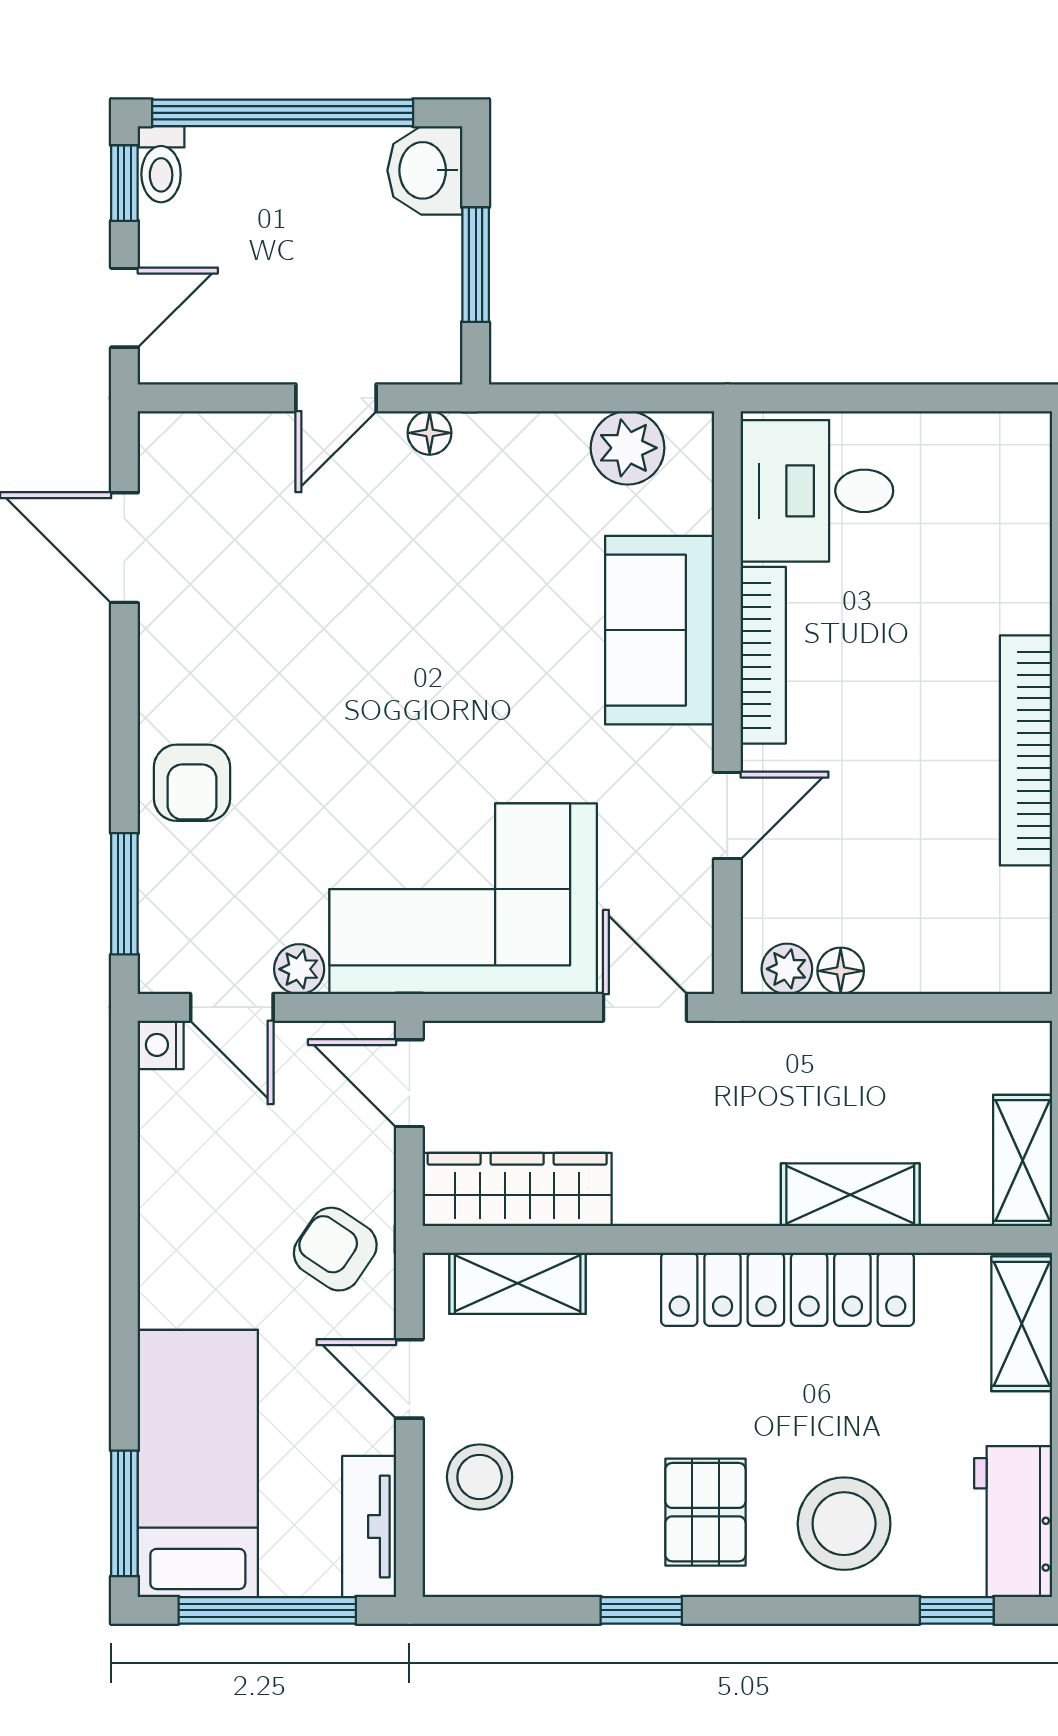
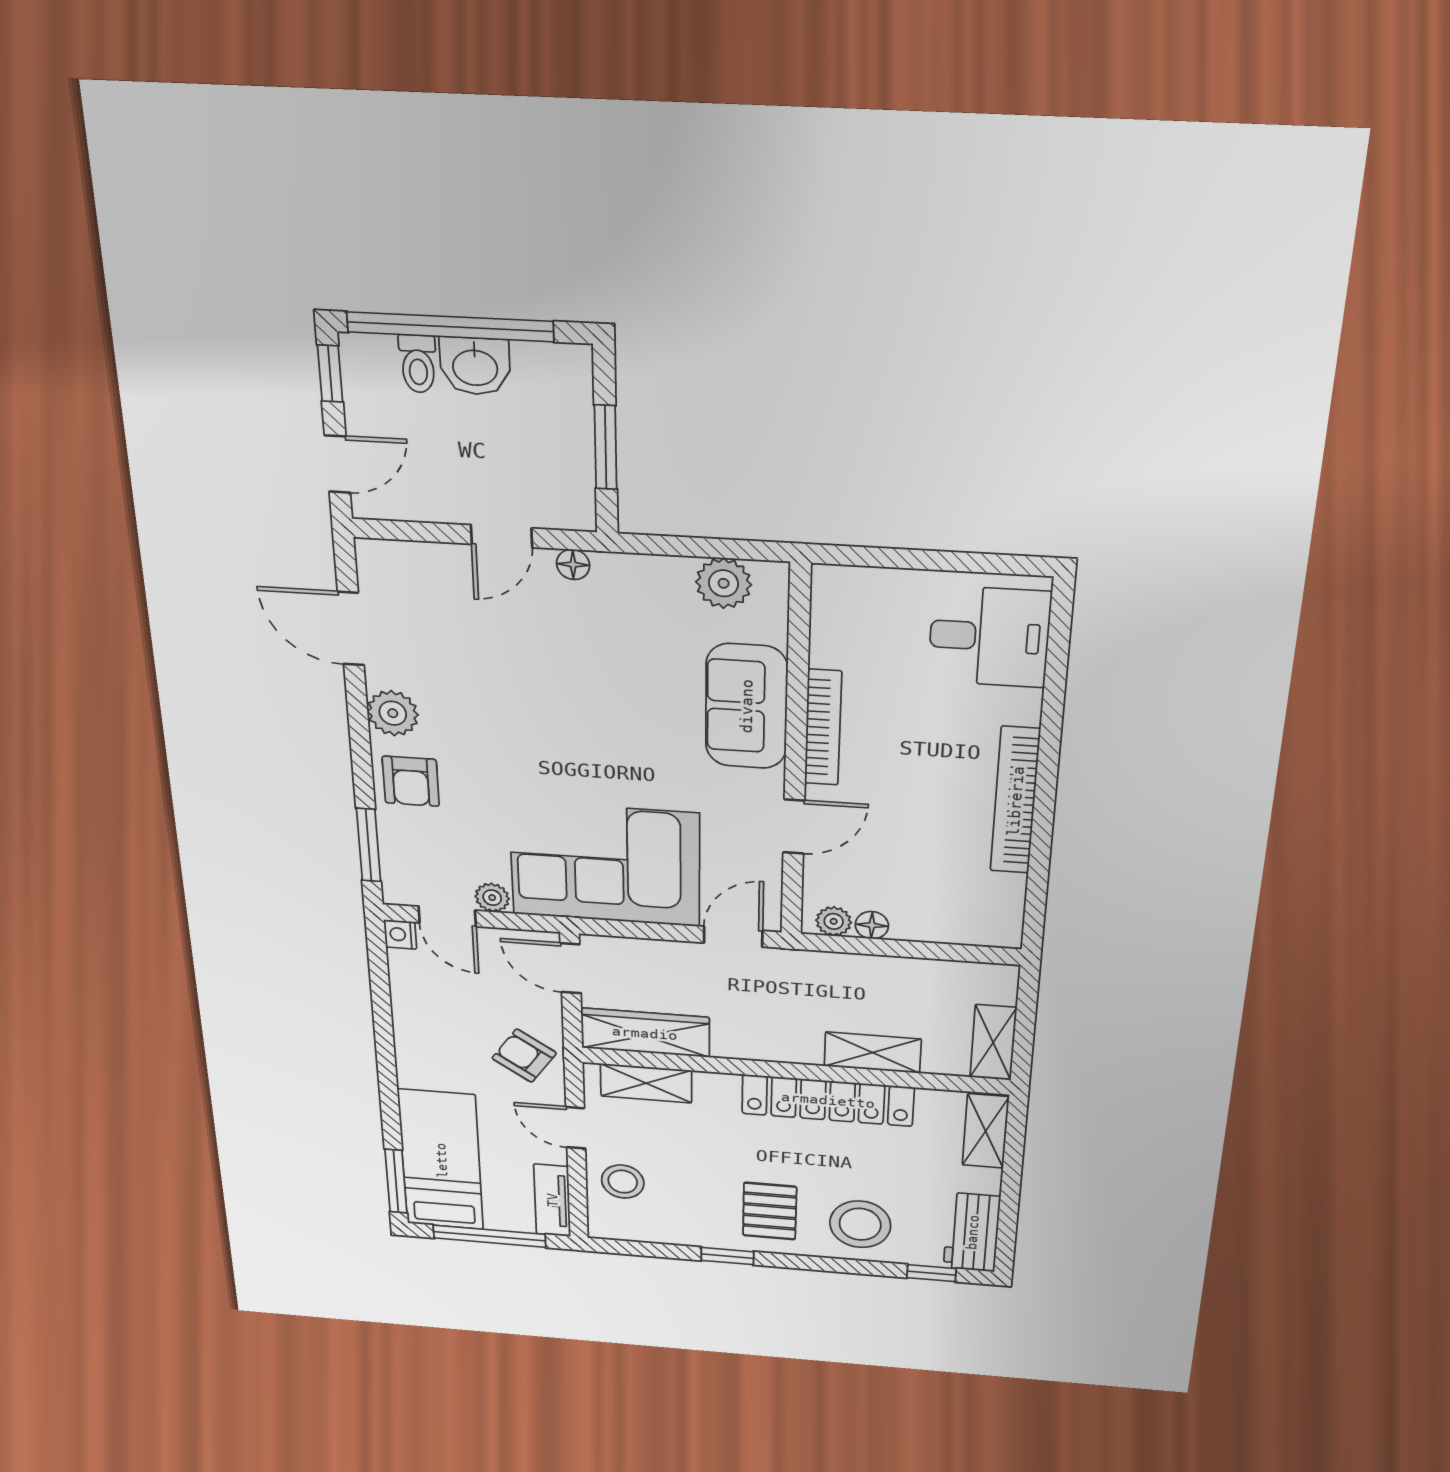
toilet: (161, 164) -> (418, 364), moved
washbasin: (425, 170) -> (475, 366), moved, turned -90
desk: (817, 491) -> (989, 637), moved, turned 180
plant: (174, 675) -> (393, 713), added
door: (645, 1007) -> (733, 937), hinge flipped

